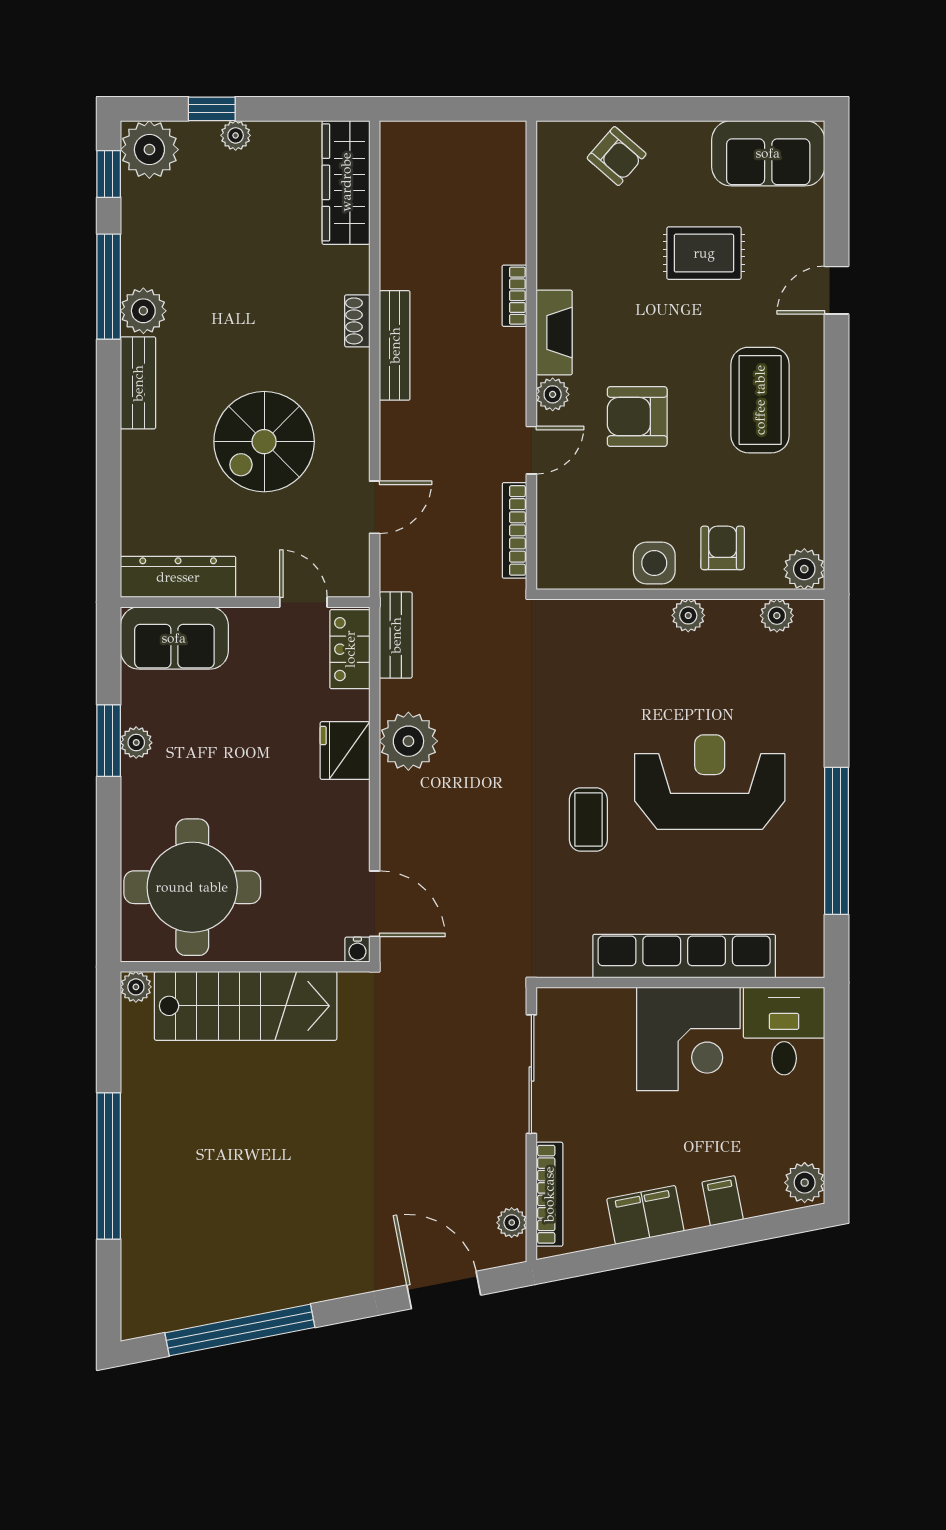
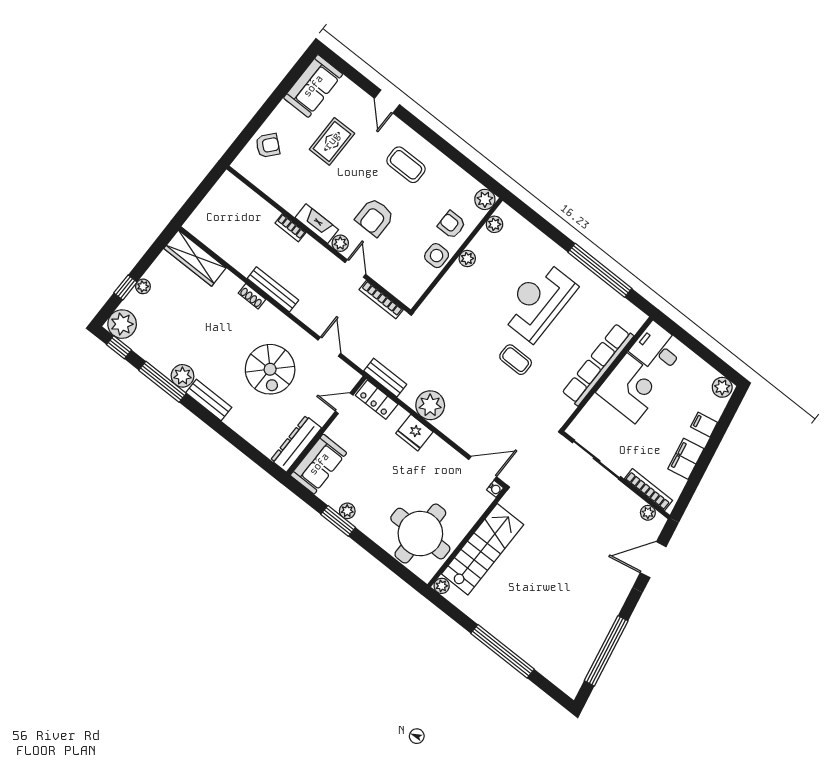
coffee table: (760, 400) -> (406, 165), width x0.73, depth x0.76

